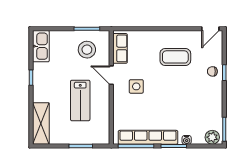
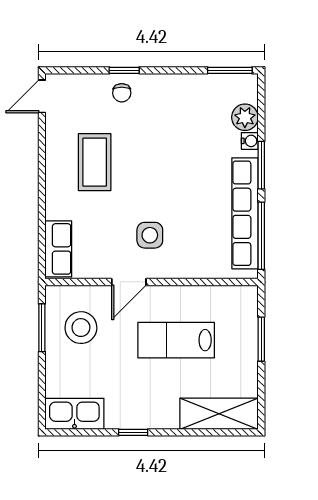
door: (210, 29) -> (42, 96), swing flipped
row of seats: (120, 48) -> (58, 249), moved, turned 90
lab bench: (80, 100) -> (176, 340), turned 180
plant: (212, 137) -> (245, 117), moved

